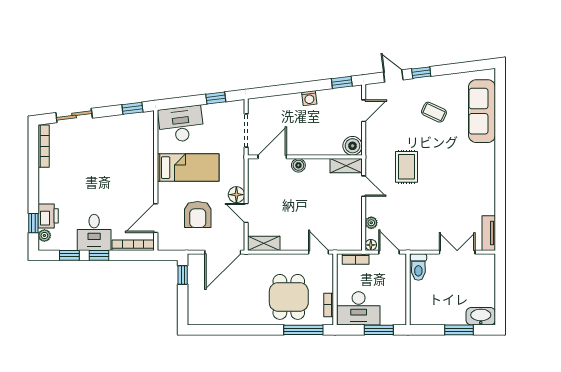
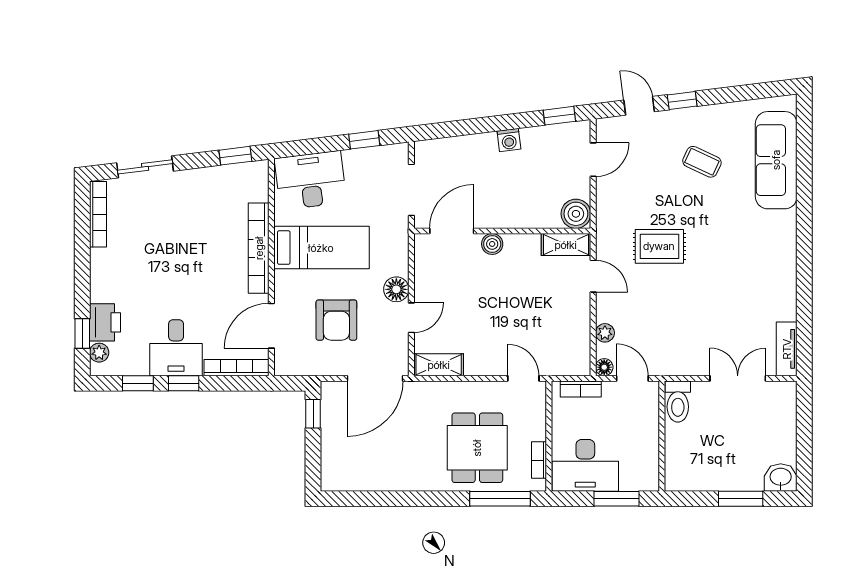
rug: (406, 167) -> (659, 246), turned 90
bookcase: (147, 168) -> (259, 248), added
door: (246, 213) -> (411, 318), swing flipped
washbasin: (481, 316) -> (781, 478), width x0.72

